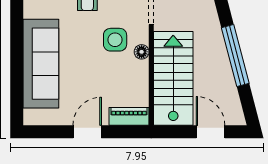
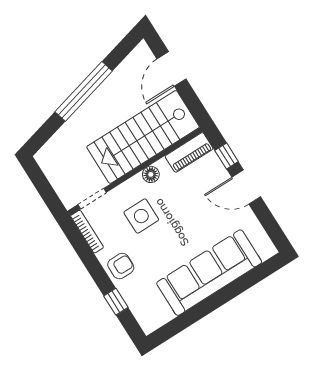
floor lamp: (142, 52) -> (151, 174), moved
piano: (129, 116) -> (189, 152), moved, turned -90
window: (120, 132) -> (227, 156), added

